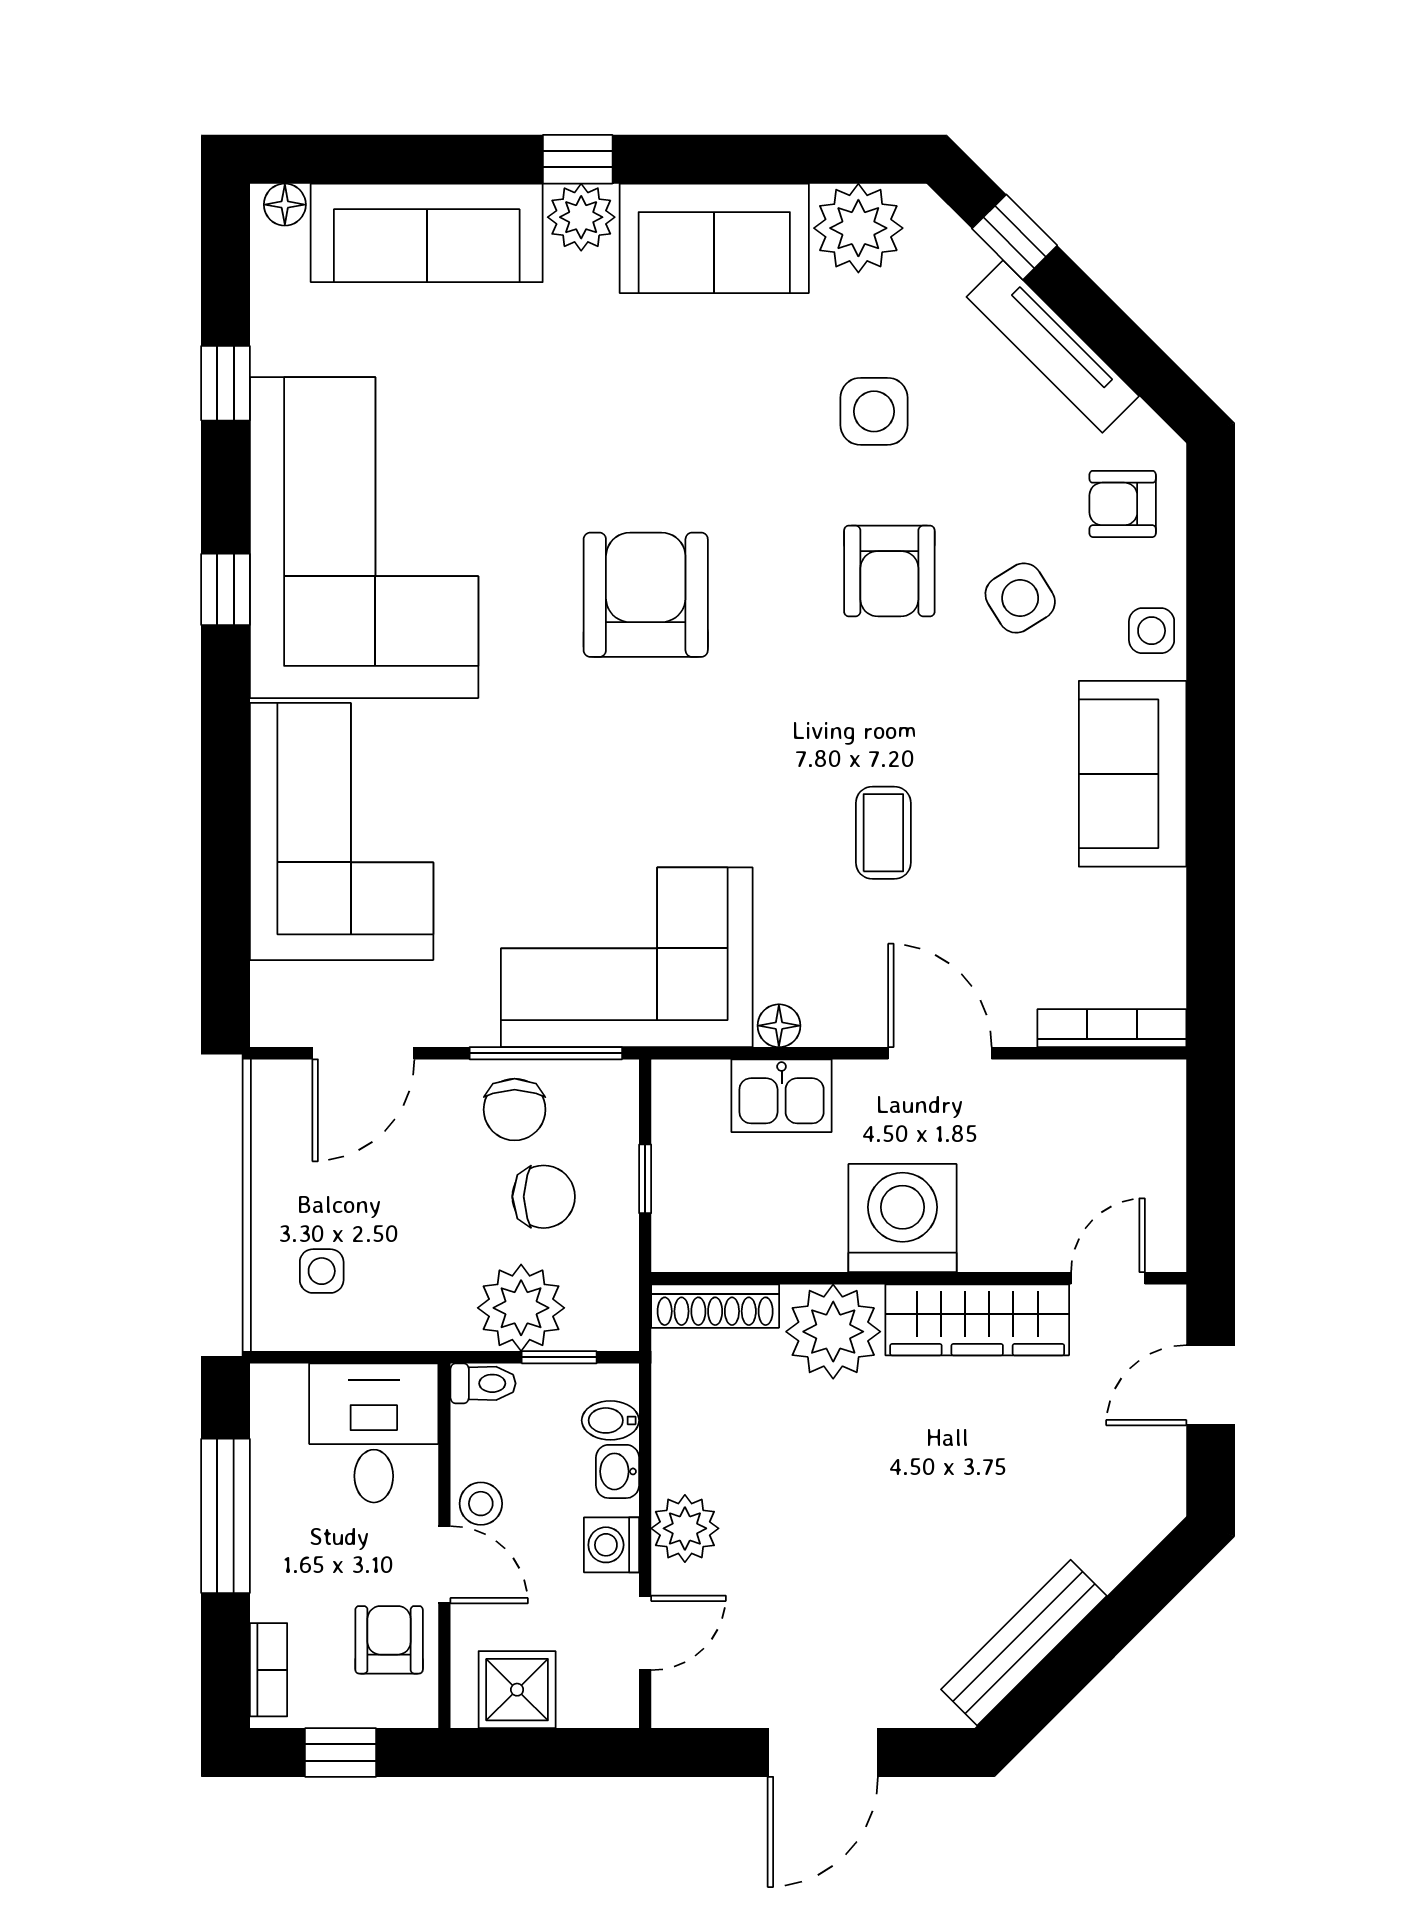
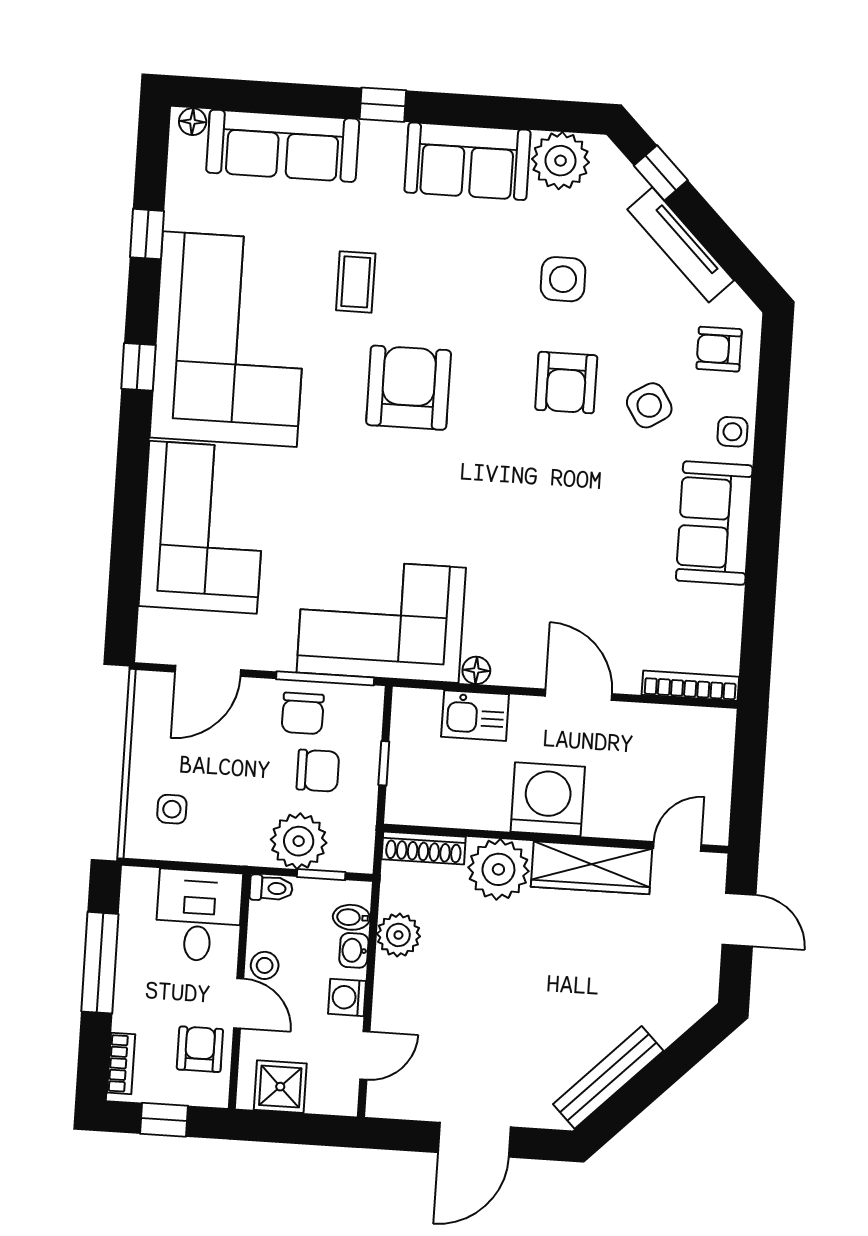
plant: (581, 217) -> (383, 142), removed
coffee table: (883, 833) -> (356, 282), moved
door: (1211, 1385) -> (739, 920), swing flipped
plant: (685, 1528) -> (398, 935), moved

